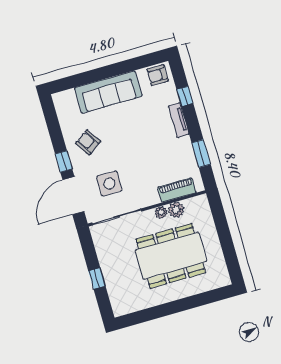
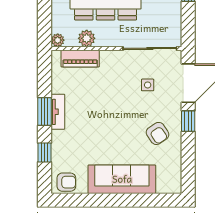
tv unit: (179, 120) -> (58, 112), moved
window: (201, 154) -> (45, 112), moved
side table: (109, 183) -> (148, 85), width x0.54, depth x0.54
plant: (161, 212) -> (58, 40), moved

